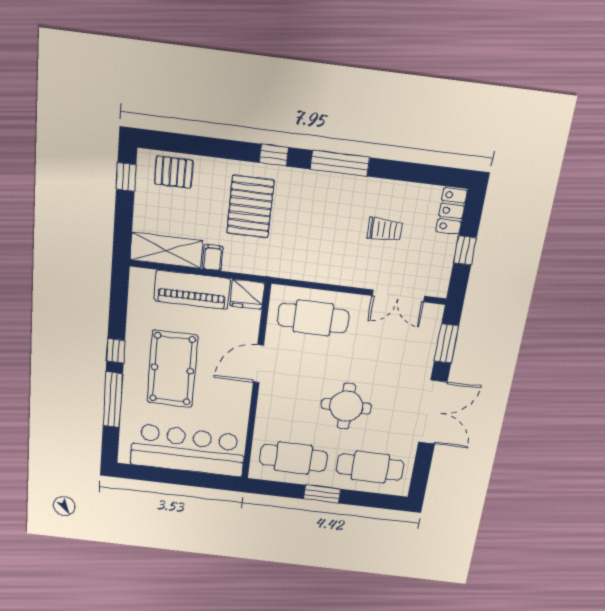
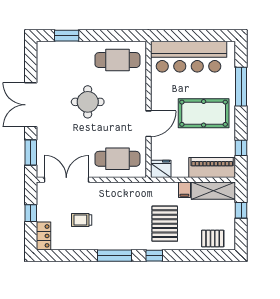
window: (126, 177) -> (241, 210), moved
piano: (192, 290) -> (212, 168), moved
double door: (398, 296) -> (66, 180), width x1.37
window: (116, 351) -> (241, 148), moved
pool table: (172, 369) -> (204, 113), turned 90
cafe table: (370, 467) -> (65, 60), removed
window: (322, 494) -> (67, 36), moved

